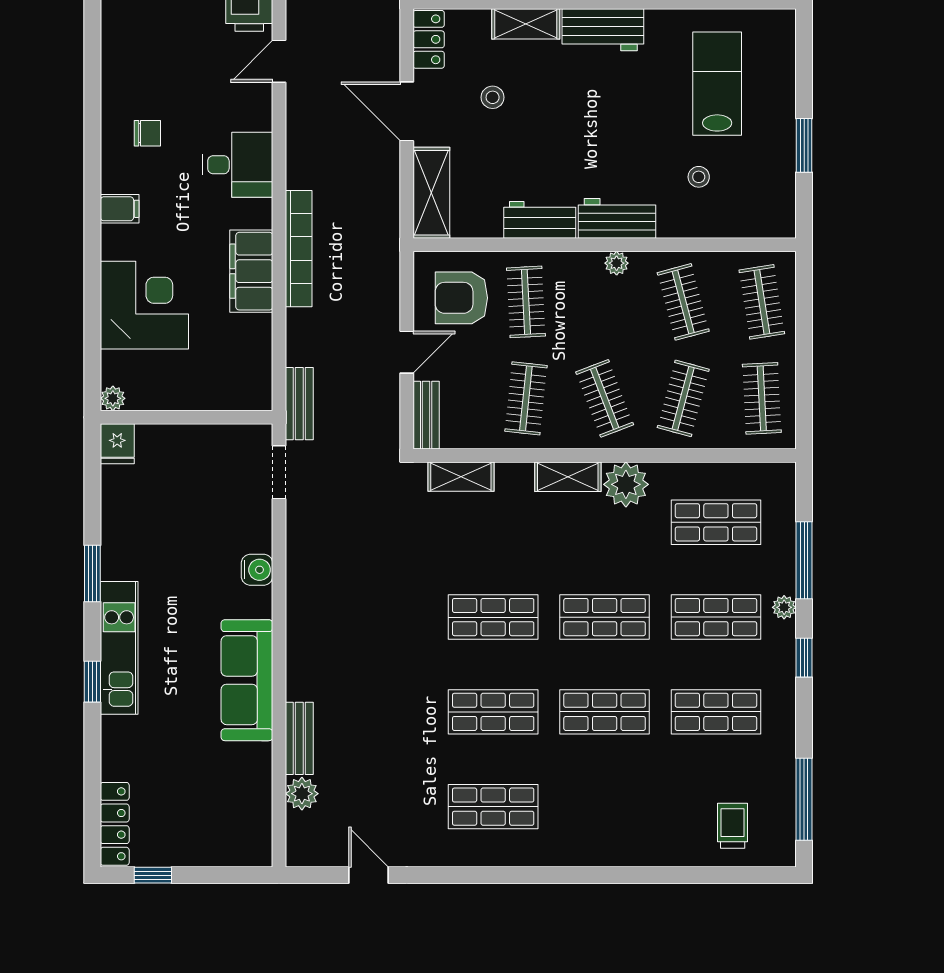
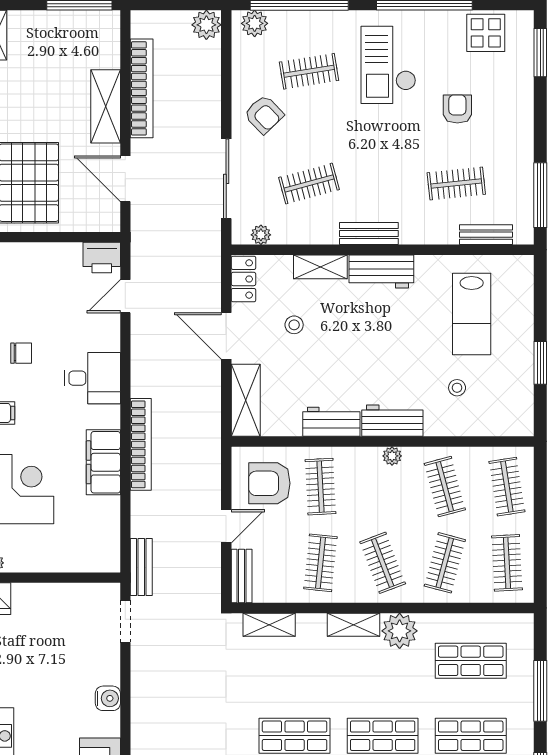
lab bench: (717, 84) -> (472, 314), turned 180
plant: (784, 607) -> (525, 728), removed

